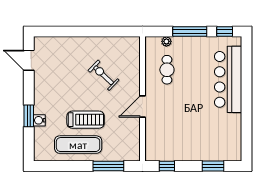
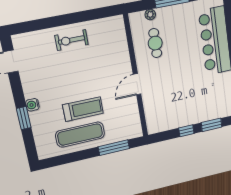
exercise bike: (104, 75) -> (72, 40), moved, turned -44
water cooler: (39, 120) -> (32, 105), moved
window: (167, 166) -> (186, 131), moved

